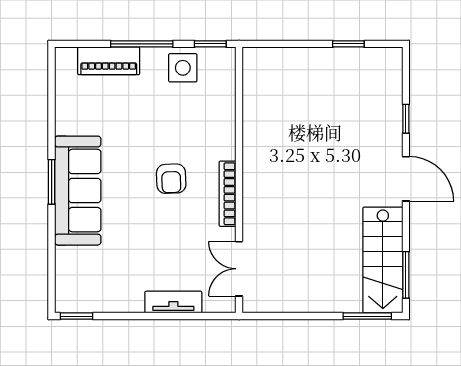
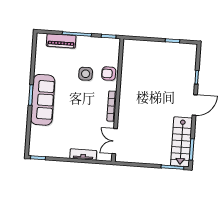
side table: (183, 68) -> (86, 74), moved
armchair: (171, 179) -> (109, 74), moved, turned 92
door: (406, 179) -> (195, 105), hinge flipped

